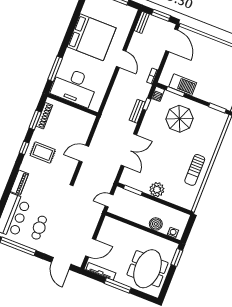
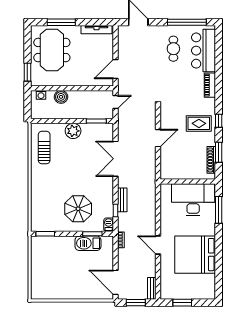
sun lounger: (195, 170) -> (44, 147), moved
door: (91, 248) -> (116, 69), moved
window: (118, 285) -> (61, 22), moved

